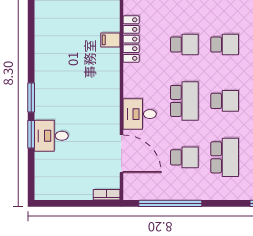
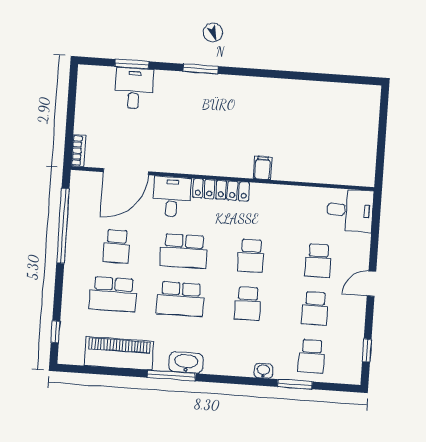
locker: (131, 39) -> (221, 190), moved
school desk: (225, 101) -> (180, 299), width x1.85
window: (31, 134) -> (132, 64), moved
desk: (51, 136) -> (134, 88), moved

